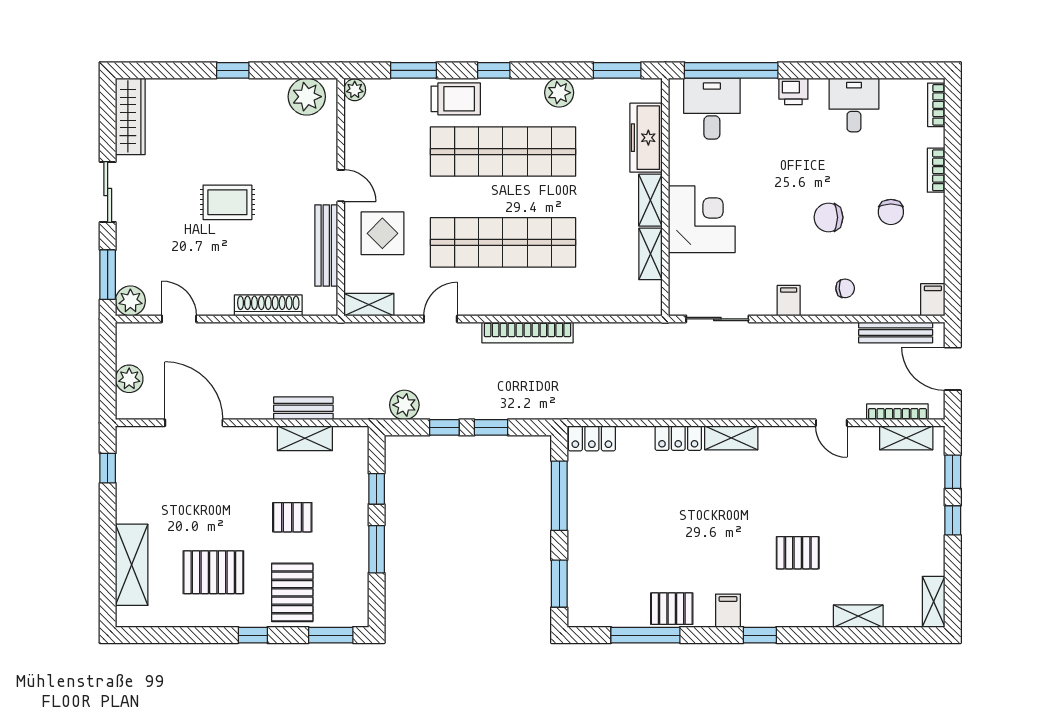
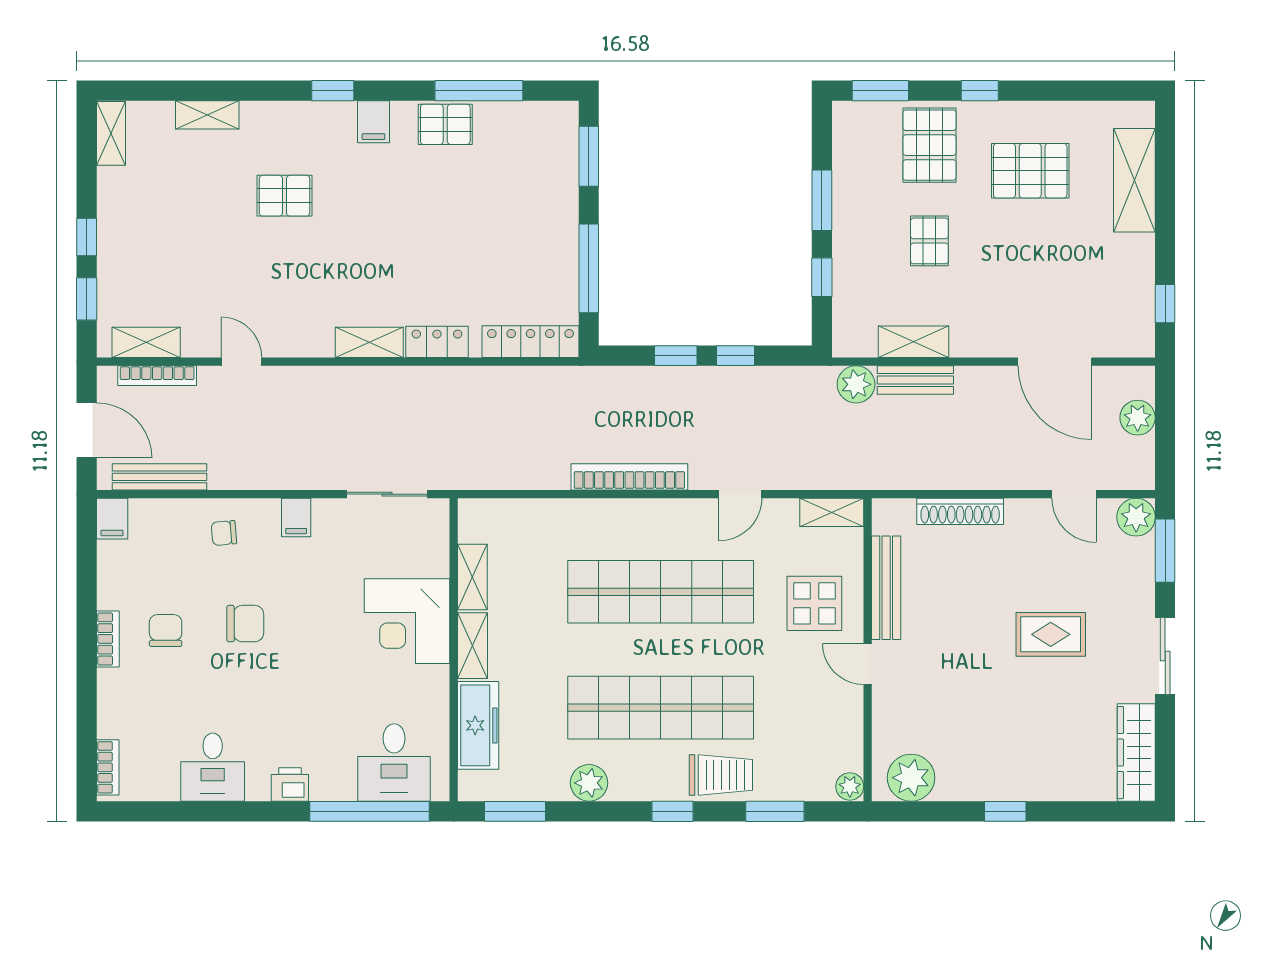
trolley: (456, 99) -> (721, 775), turned 180
bookcase: (936, 170) -> (108, 639), moved
rug: (227, 202) -> (1051, 634), moved
plant: (404, 405) -> (856, 384), moved
locker: (592, 438) -> (530, 342), width x1.53
pallet: (292, 517) -> (929, 241), turned 90

